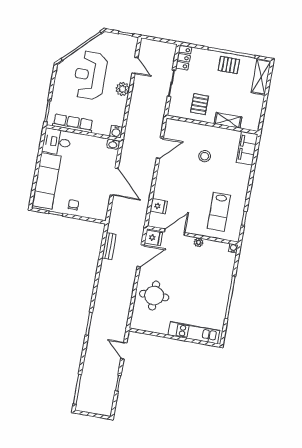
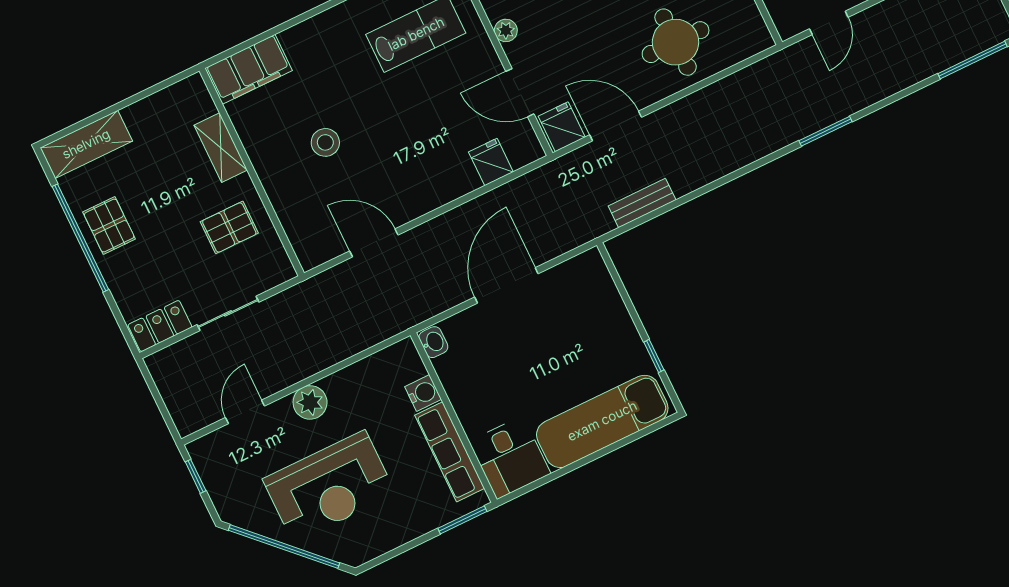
water cooler: (116, 132) -> (423, 393), moved
chair: (73, 205) -> (611, 333), removed

